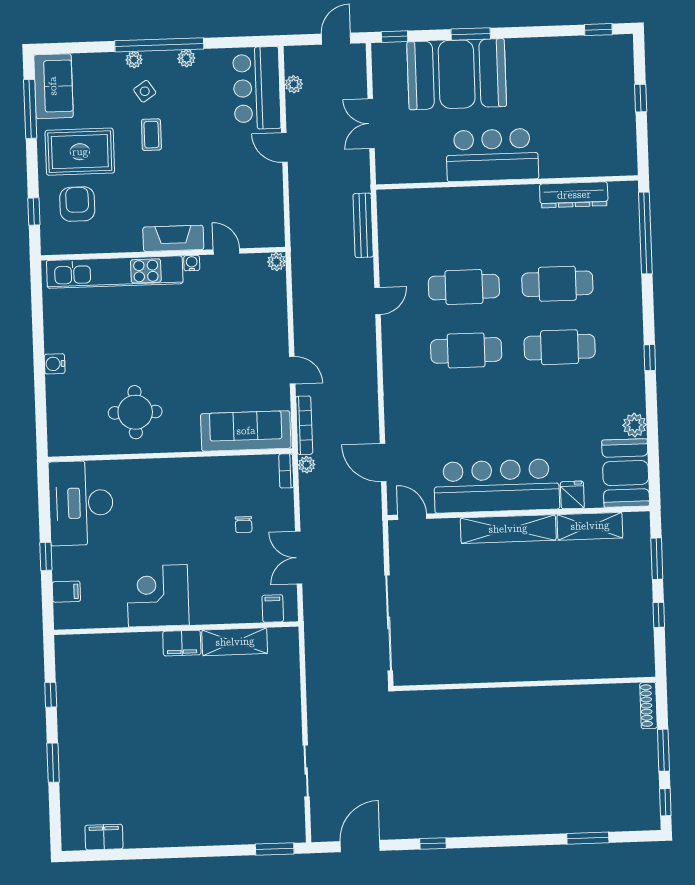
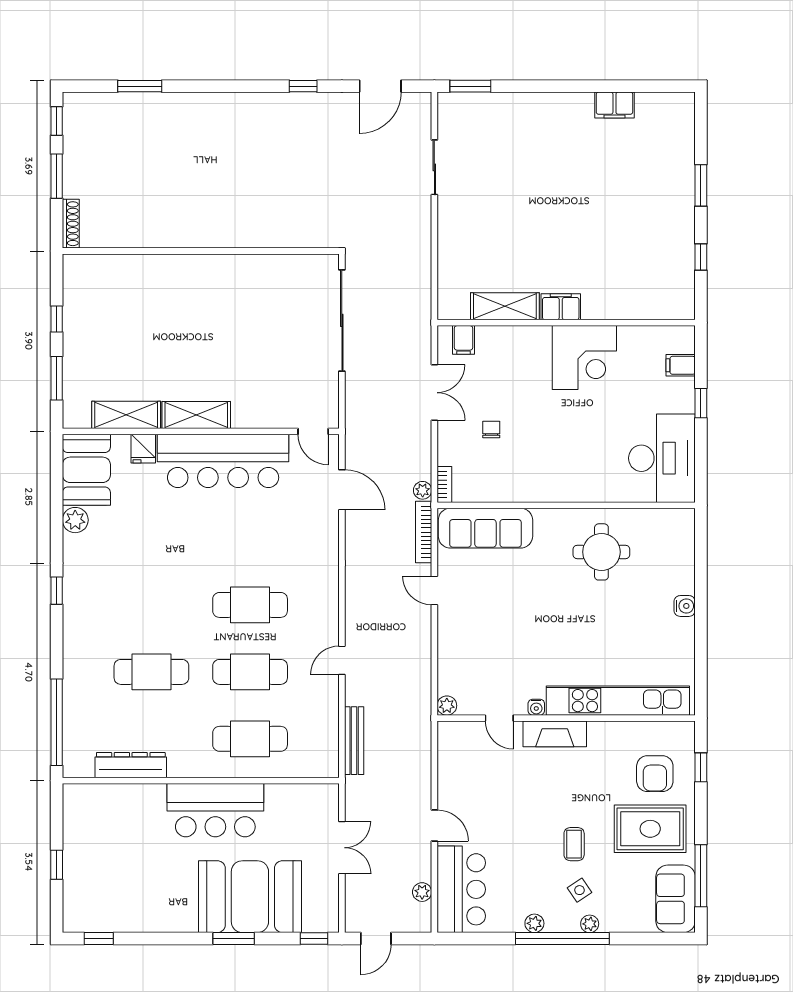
cafe table: (560, 347) -> (250, 739), moved
shelving: (508, 529) -> (196, 415), width x0.68
filing cabinet: (104, 837) -> (614, 105), moved

